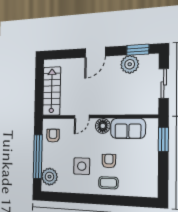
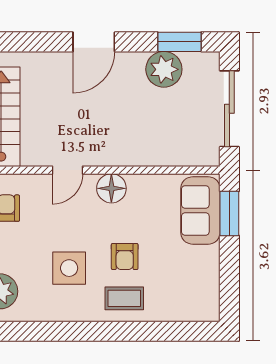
sliding door: (164, 83) -> (229, 109), width x1.37
sofa: (128, 128) -> (200, 210), moved, turned 90
armchair: (109, 161) -> (125, 256), turned 180

